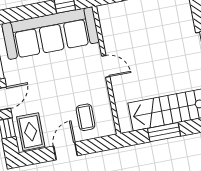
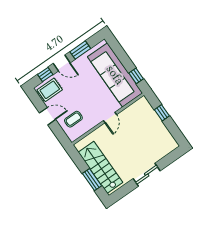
window: (164, 132) -> (92, 180), moved

